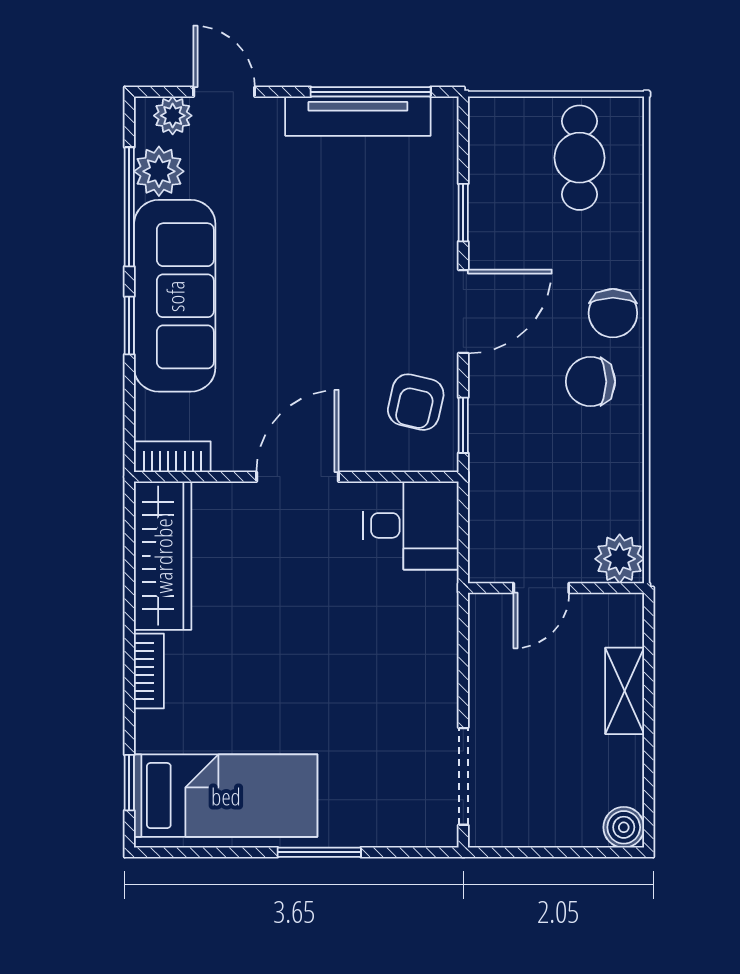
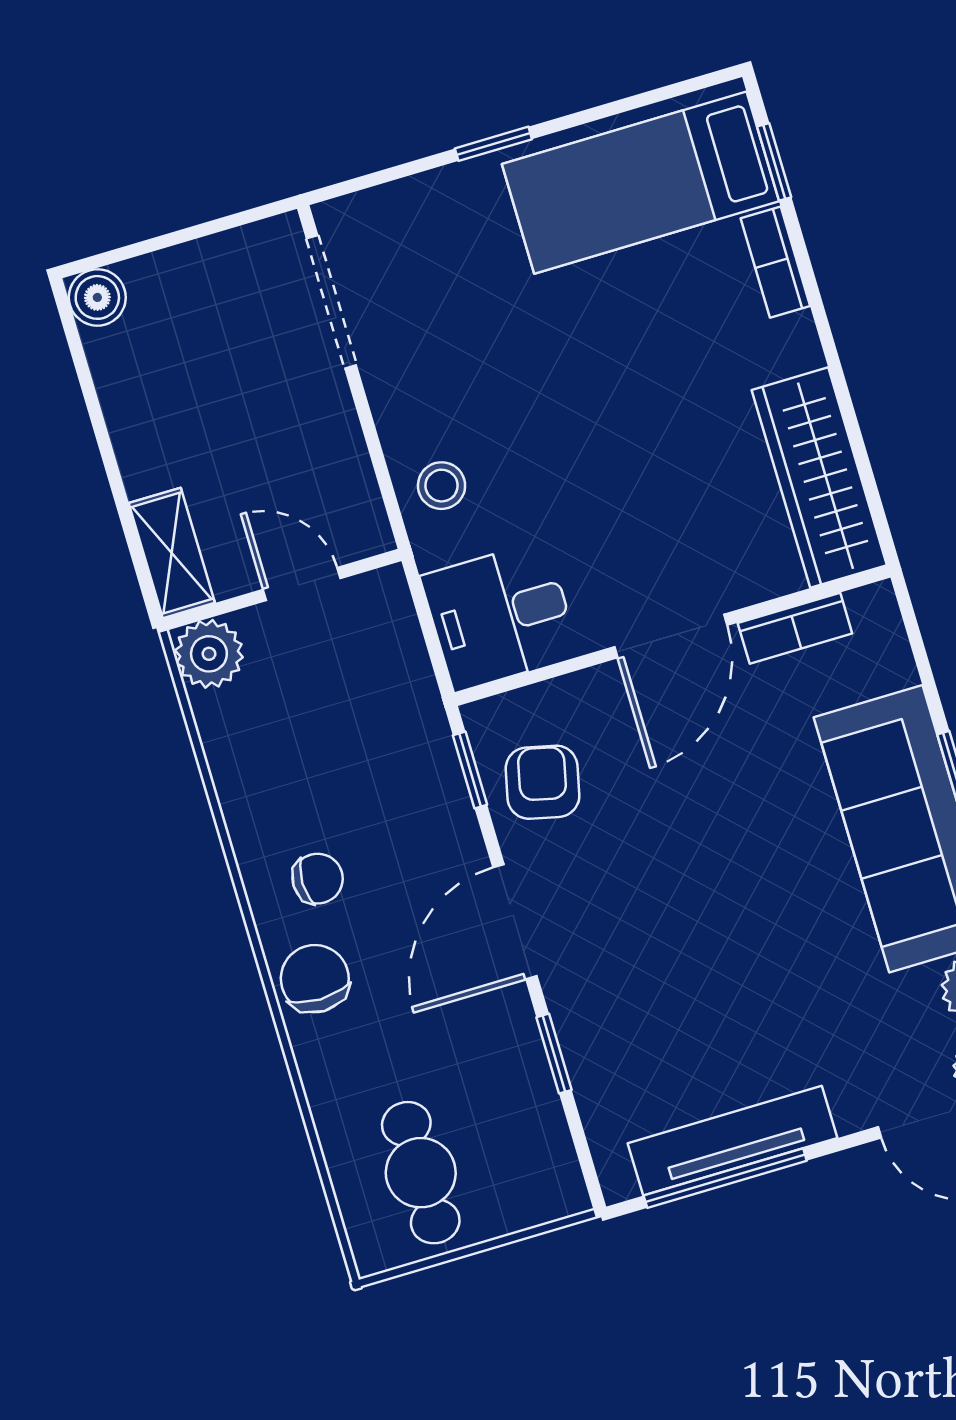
chair: (591, 382) -> (318, 879), width x0.73, depth x0.73
bookcase: (172, 457) -> (795, 628), moved
door: (541, 588) -> (302, 584), hinge flipped
stool: (425, 627) -> (442, 486), added
bookcase: (149, 671) -> (775, 262), moved
shelving: (625, 691) -> (172, 553), moved
window: (319, 852) -> (493, 144), width x0.67

